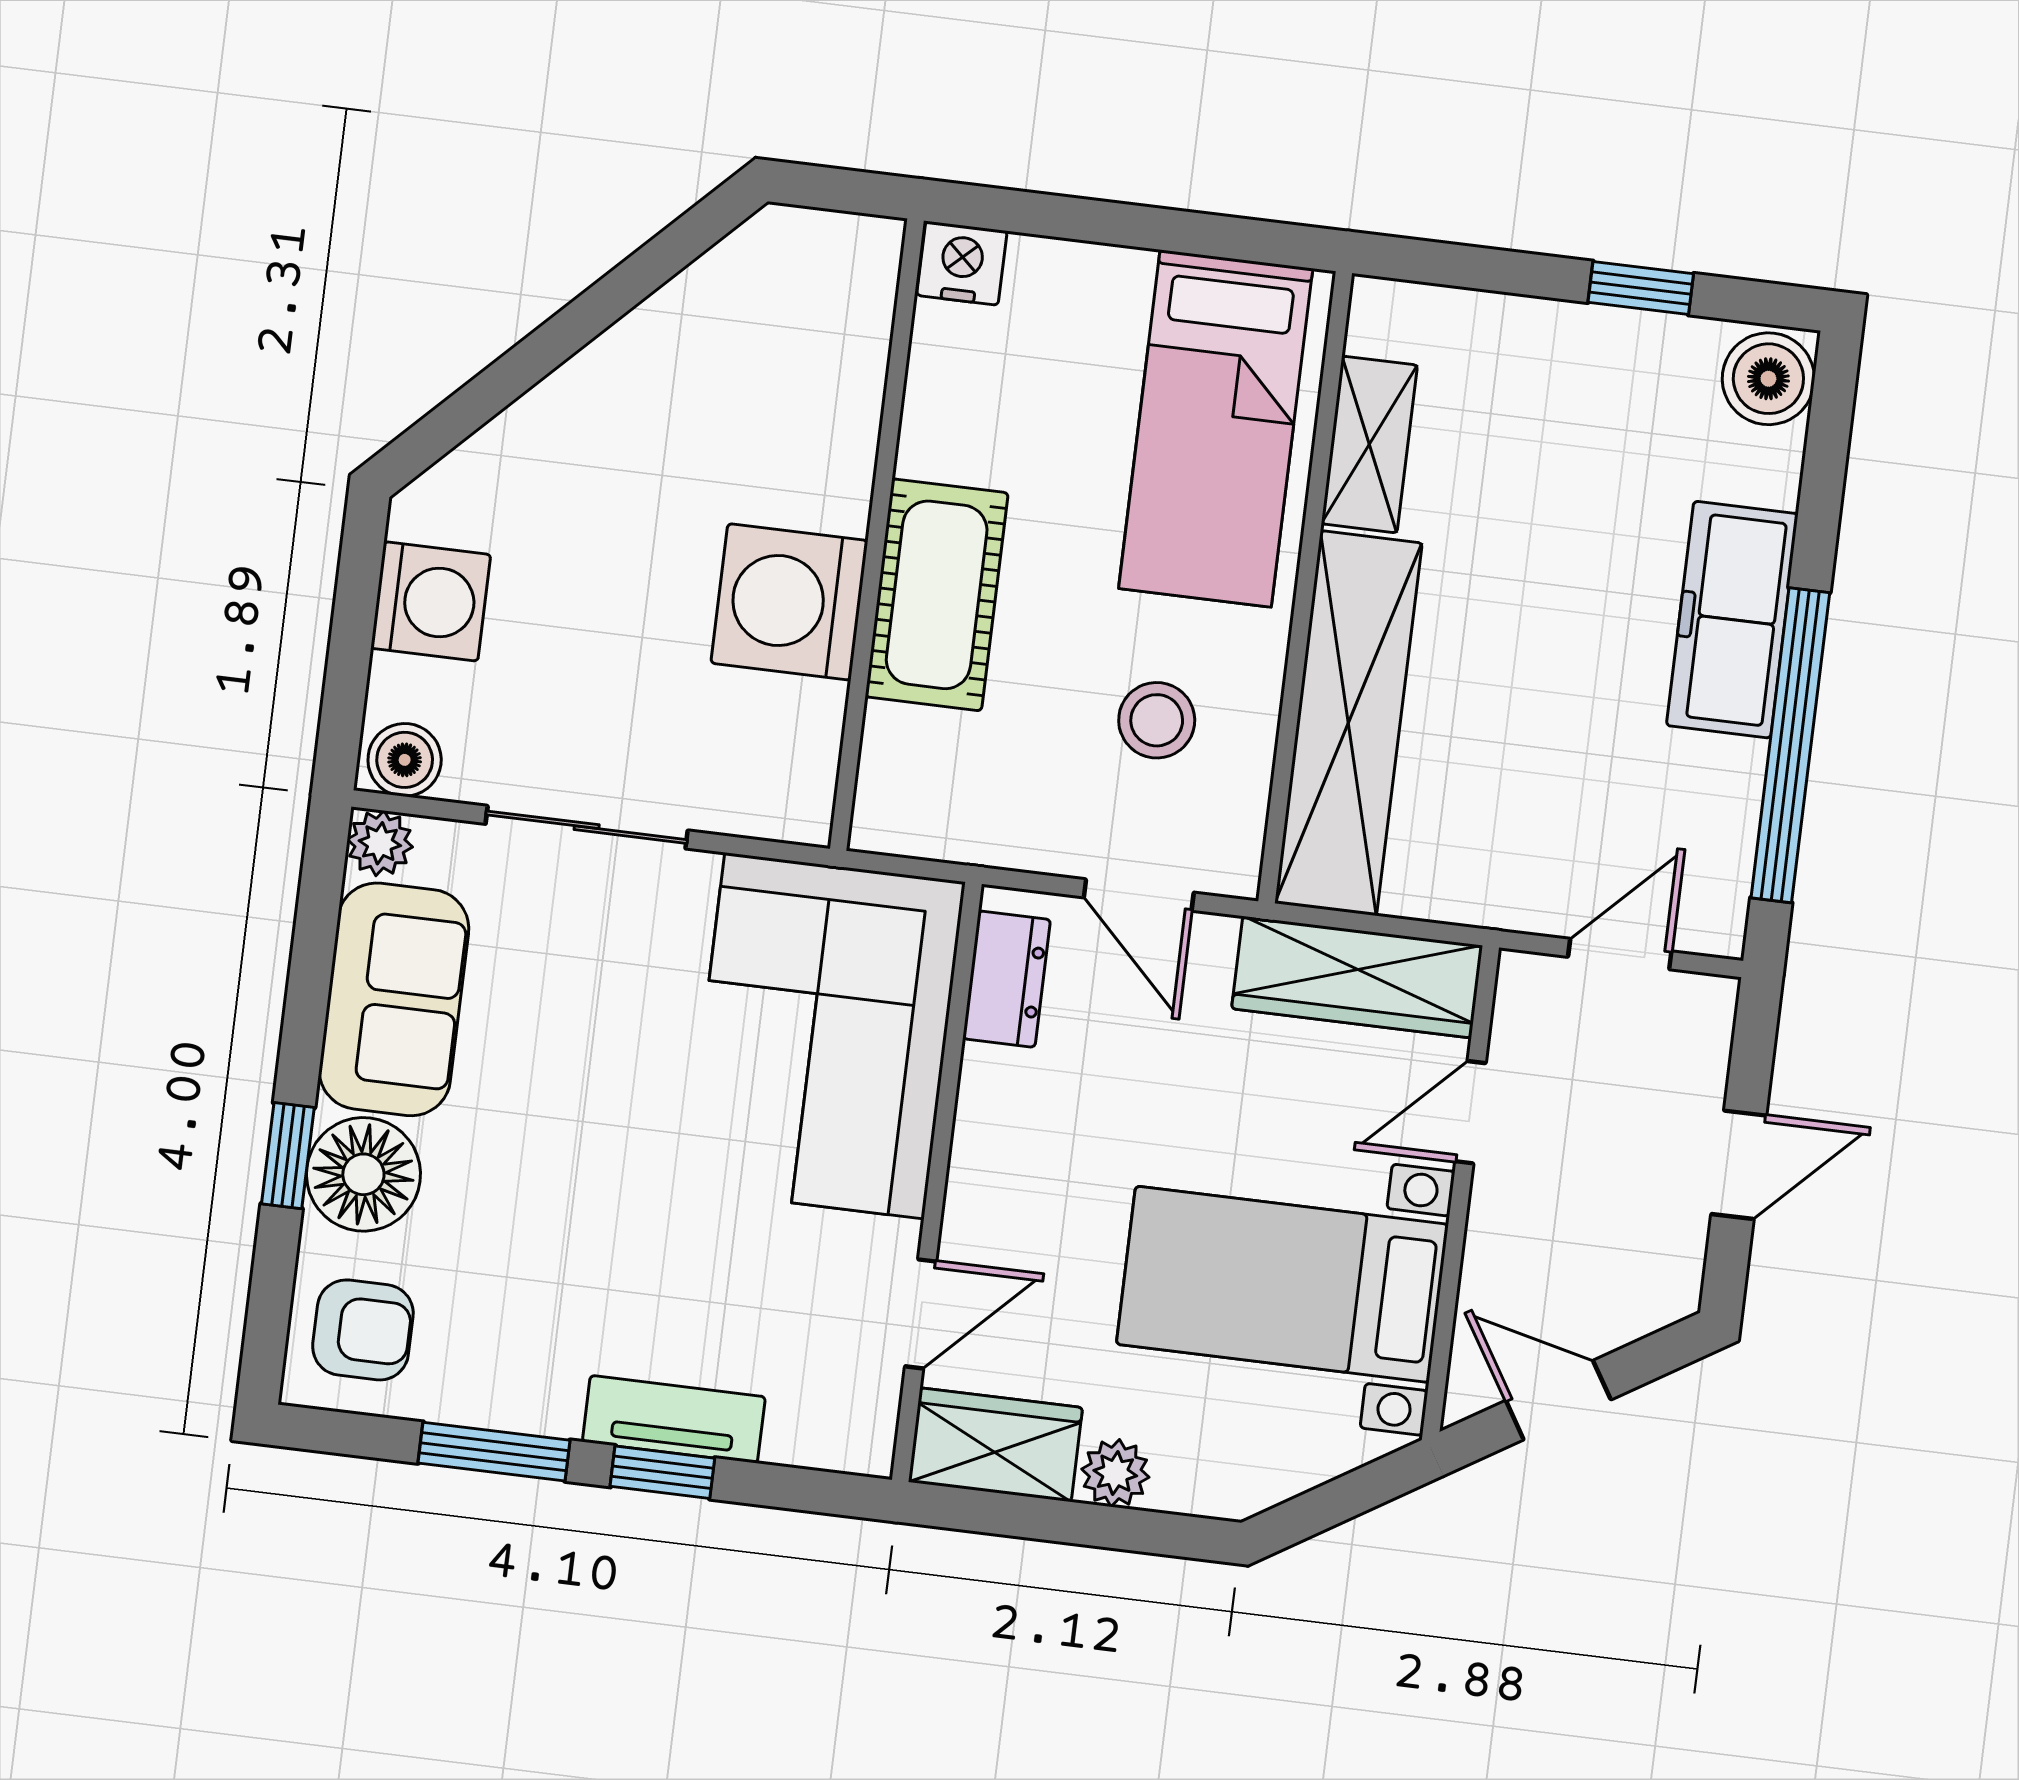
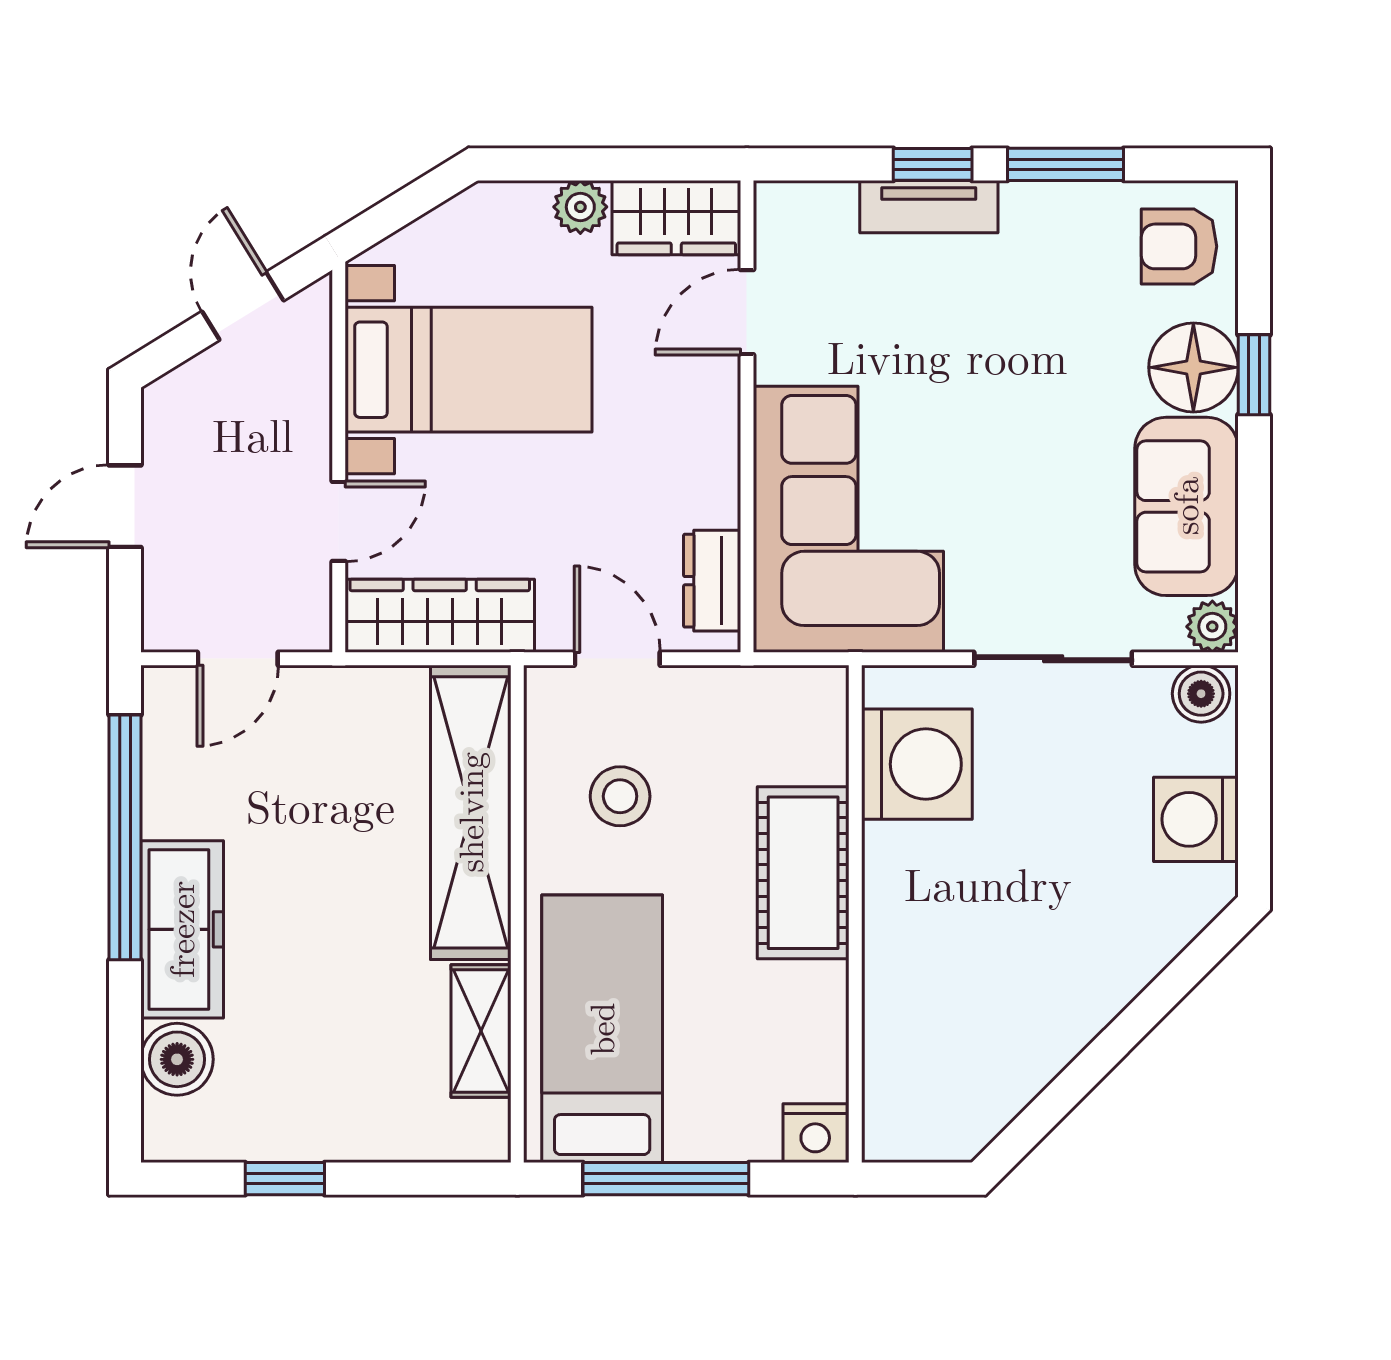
window: (1158, 229) -> (666, 1179), added
boiler: (1768, 379) -> (177, 1059), moved
washing machine: (789, 602) -> (917, 764), moved
door: (1558, 1400) -> (243, 306), swing flipped

